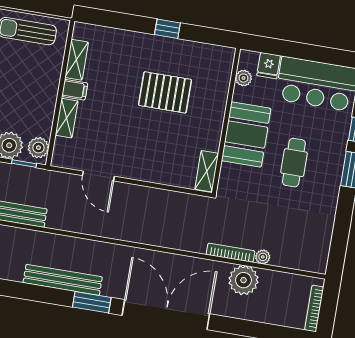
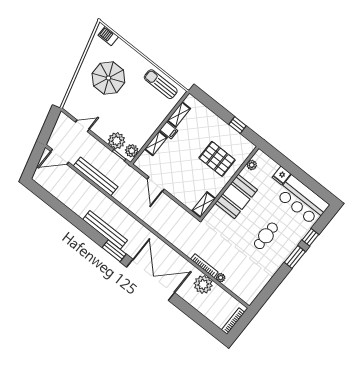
plant: (244, 78) -> (252, 165), moved
wall: (226, 121) -> (229, 183), moved
booth: (246, 135) -> (236, 196), moved
shelving: (207, 171) -> (204, 205), moved

